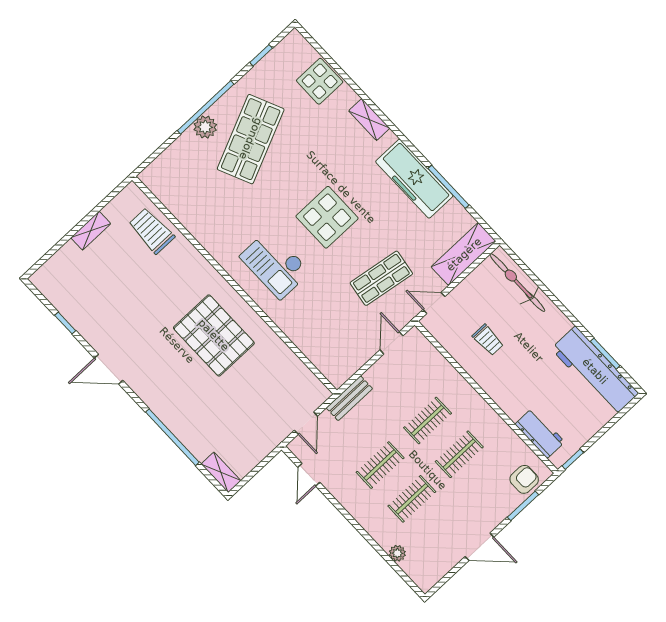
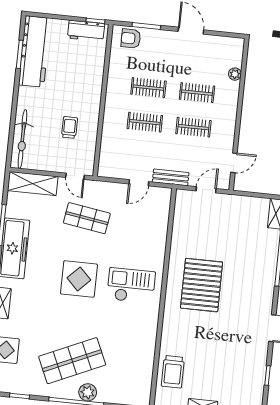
checkout: (275, 264) -> (131, 285), turned -90
door: (392, 343) -> (139, 183), moved
workbench: (540, 433) -> (86, 31), moved, turned -90

